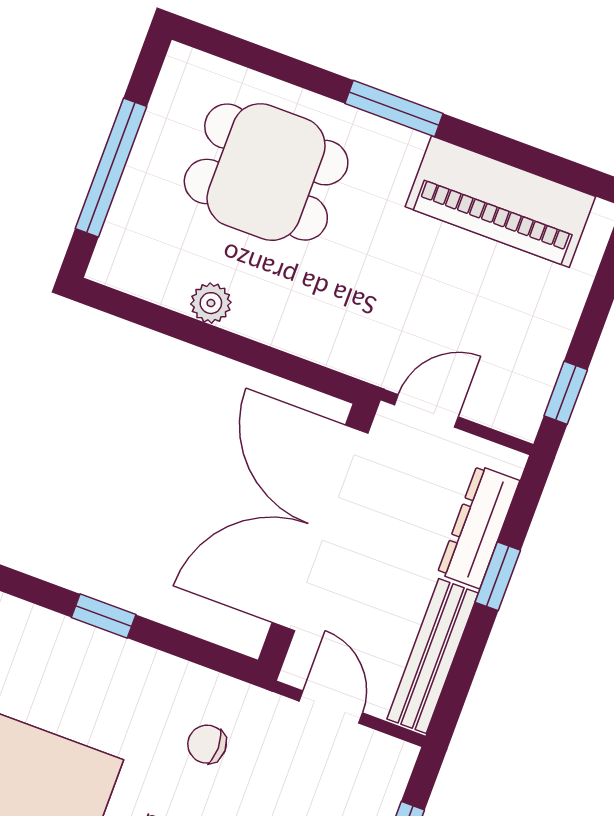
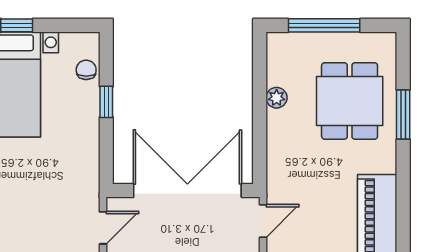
window: (394, 108) -> (403, 115), moved
door: (426, 411) -> (263, 221), hinge flipped
chair: (207, 744) -> (86, 70), moved

